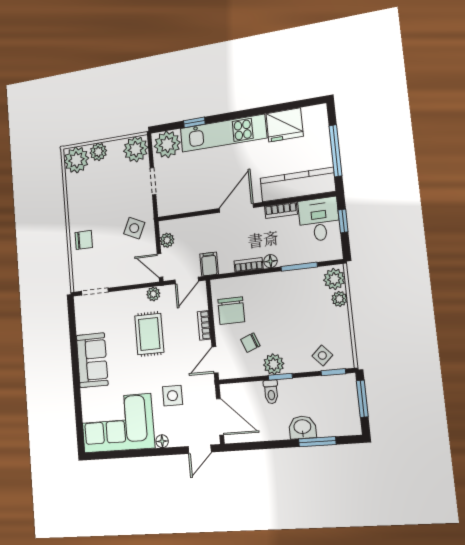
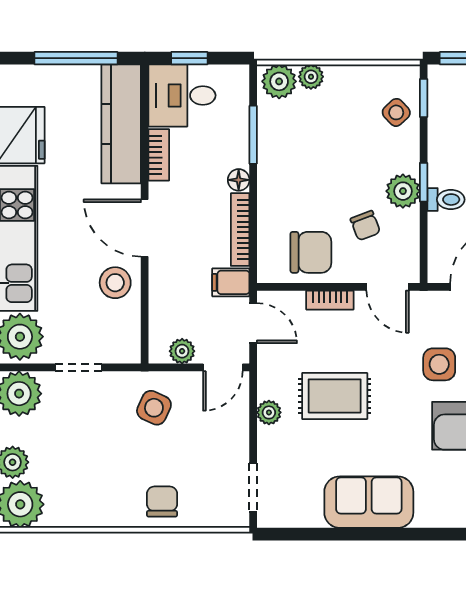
stool: (203, 195) -> (115, 283), added
bookcase: (249, 265) -> (240, 230), width x1.56
plant: (153, 294) -> (269, 412), moved

